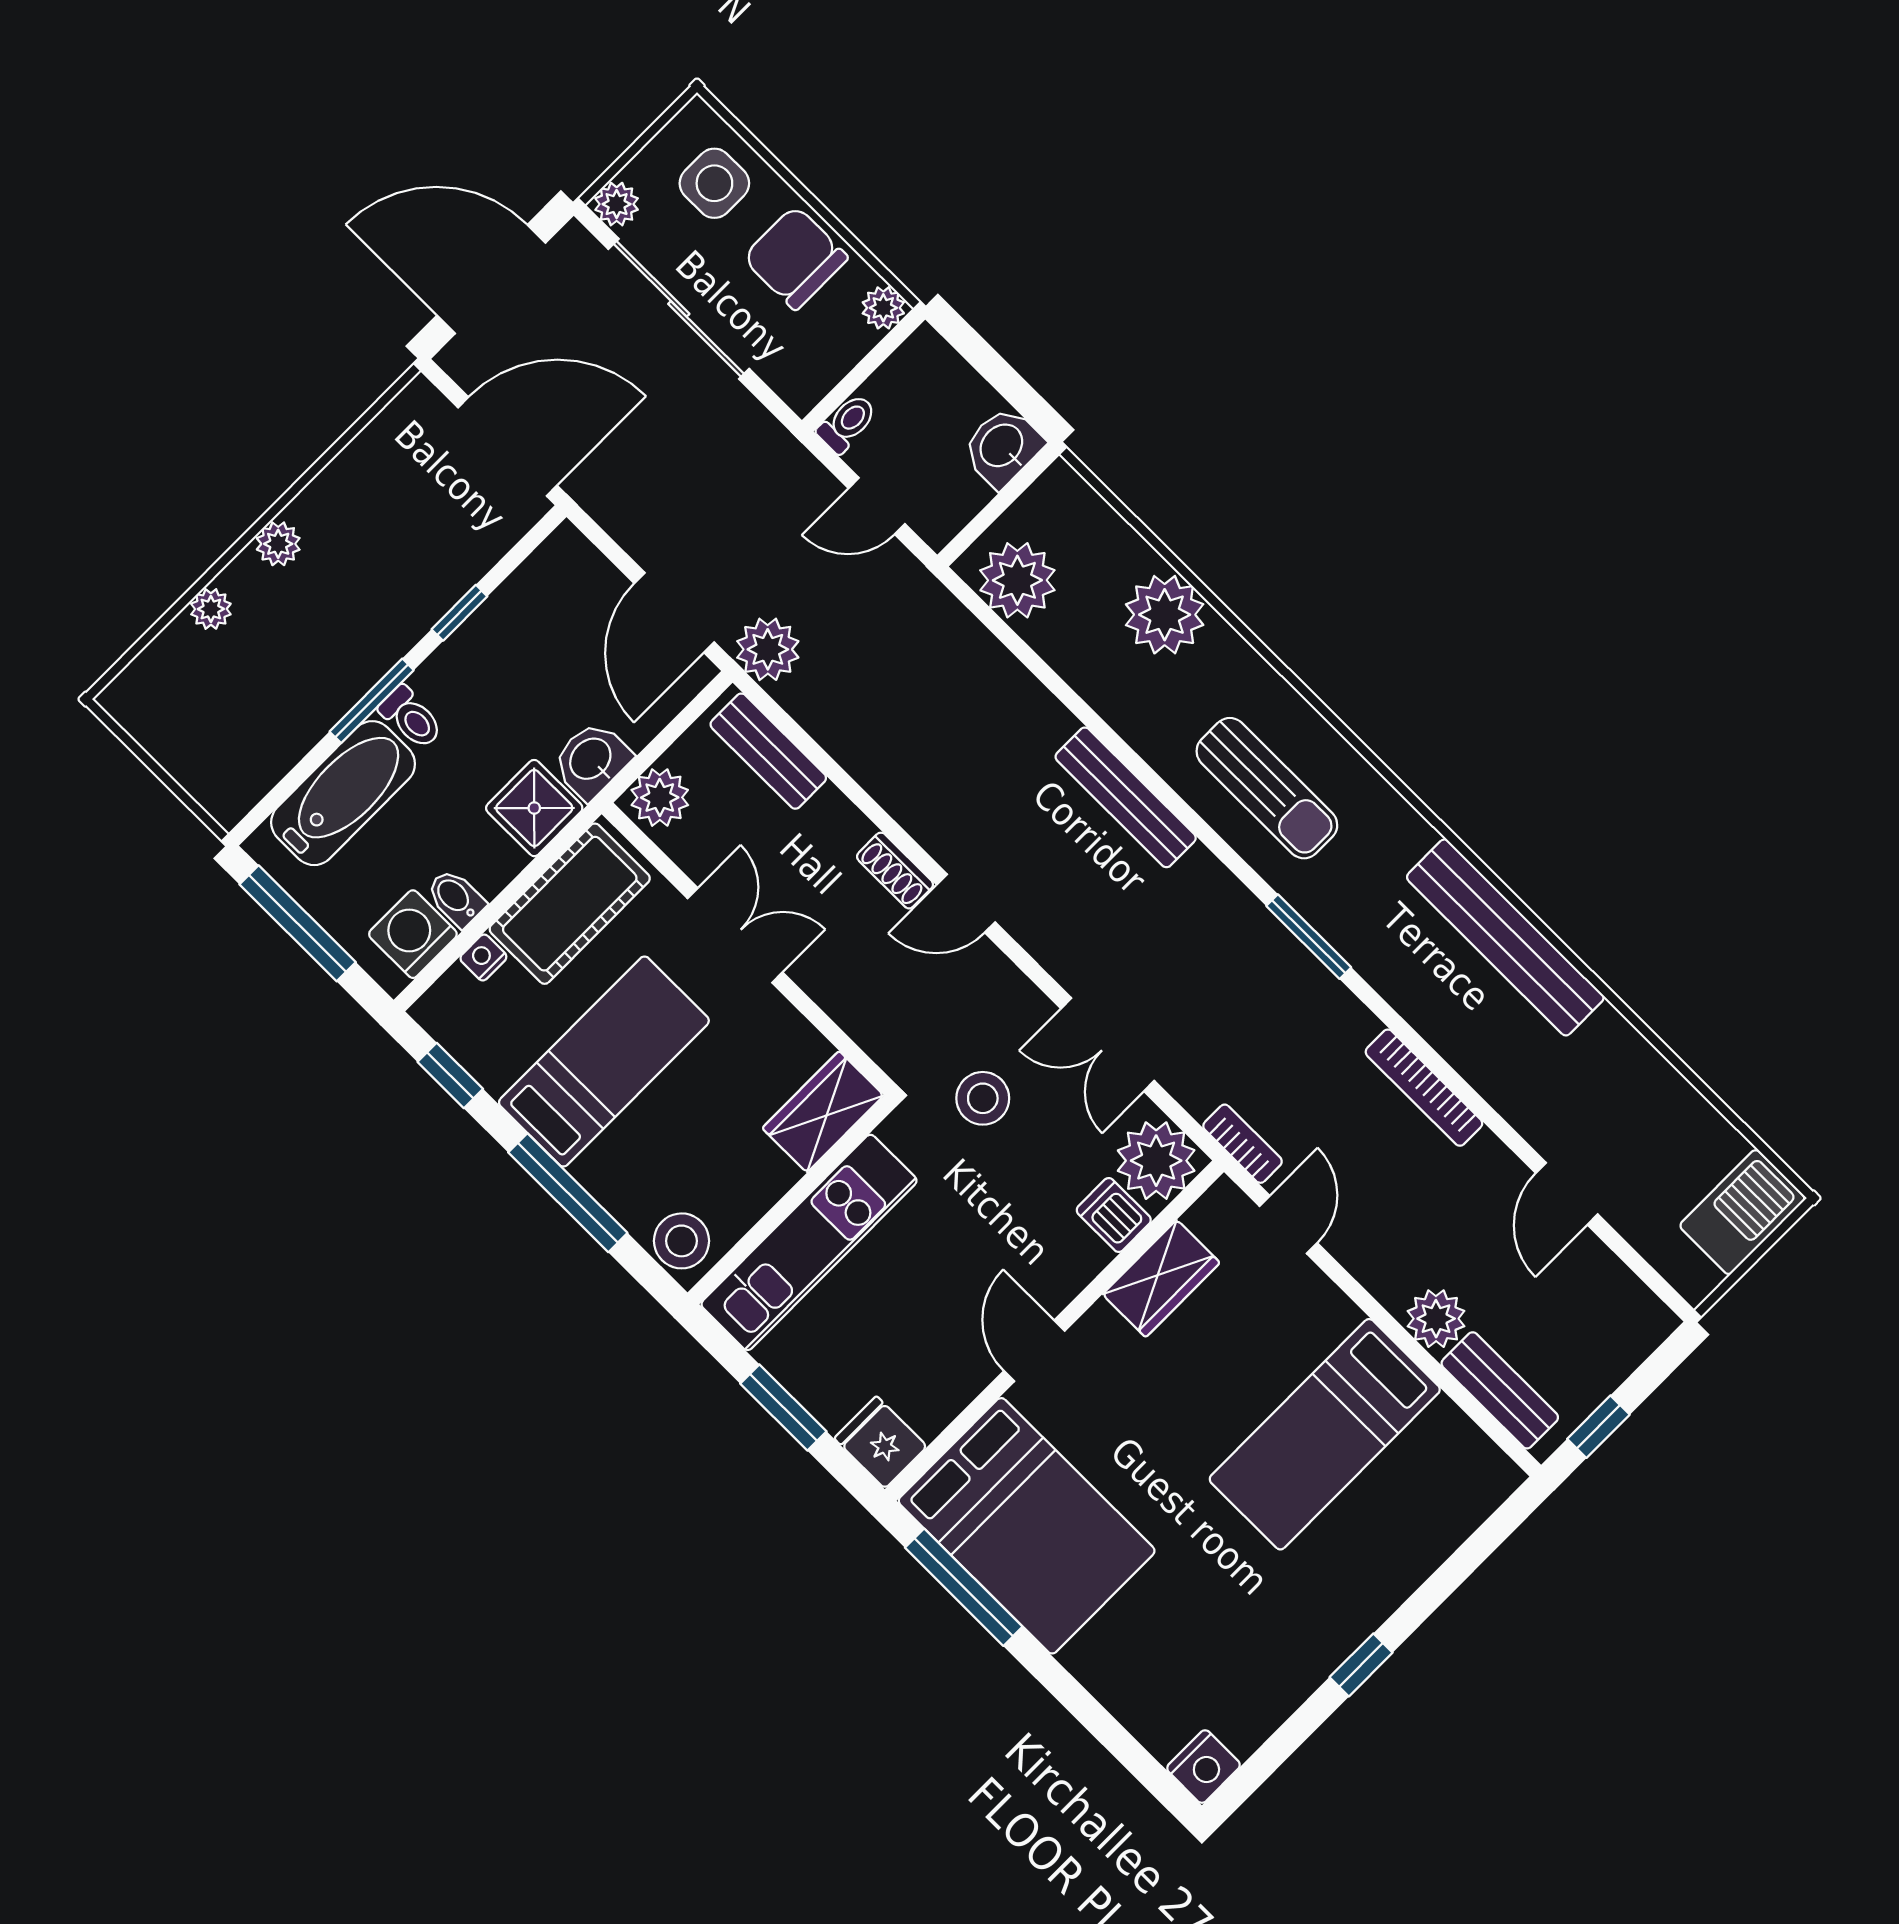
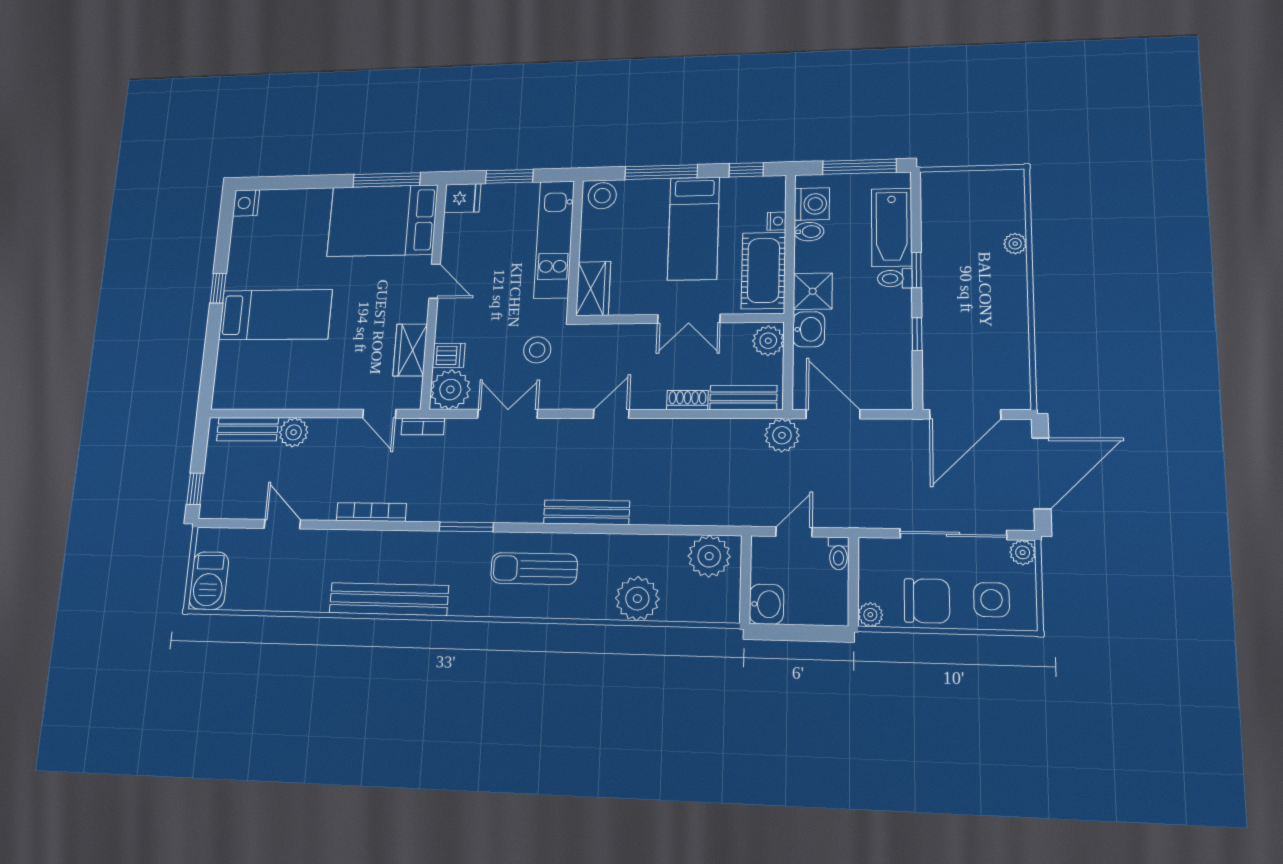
plant: (278, 544) -> (1016, 292), removed
window: (372, 701) -> (916, 270), width x0.67
shoe rack: (895, 871) -> (687, 400), moved
window: (1598, 1427) -> (195, 489), moved
bed: (1325, 1434) -> (275, 315), moved, turned 90

